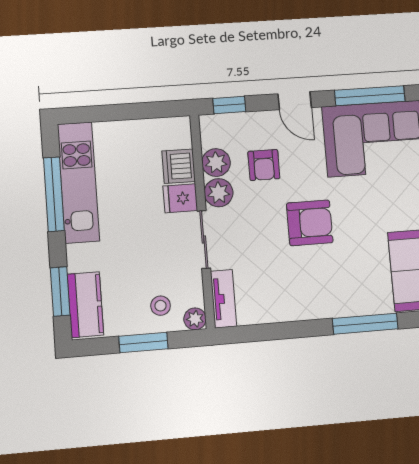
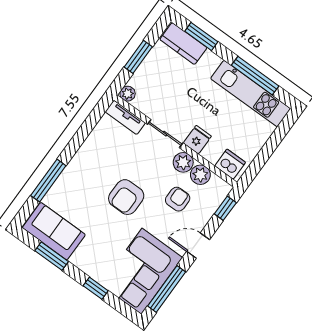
armchair: (264, 165) -> (178, 199), turned 90
dishwasher: (179, 166) -> (230, 164), moved
stool: (161, 306) -> (150, 82), removed

